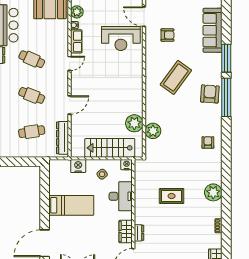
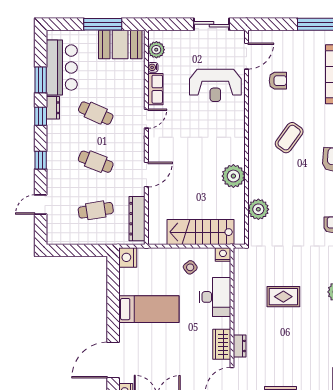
door: (144, 17) -> (246, 56), swing flipped
coffee table: (176, 77) -> (289, 138), width x0.73, depth x0.76
plant: (134, 123) -> (233, 176), moved
nightstand: (78, 166) -> (128, 257), moved, turned -90

